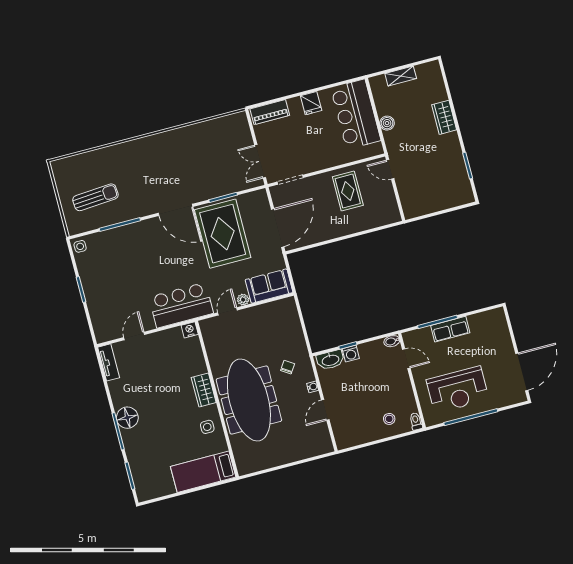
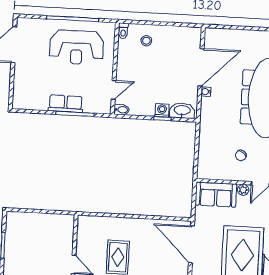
door: (278, 228) -> (191, 244), hinge flipped
door: (406, 359) -> (114, 90), swing flipped
chair: (288, 367) -> (241, 155), moved
reception desk: (458, 390) -> (77, 47), turned 180
door: (325, 410) -> (201, 67), width x1.88

